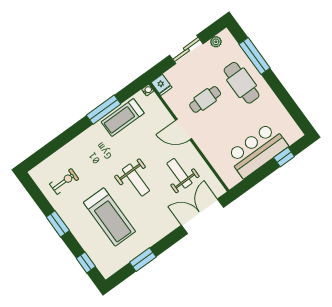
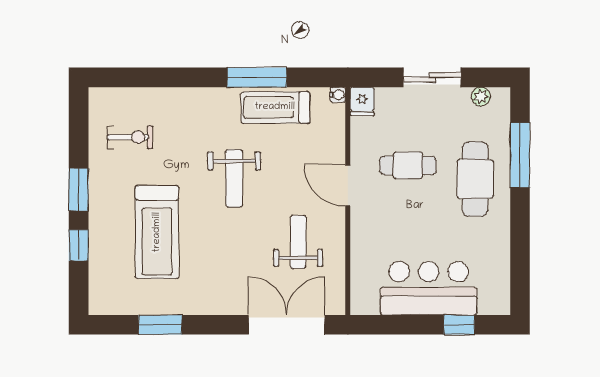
weight bench: (136, 180) -> (234, 178), moved
window: (86, 262) -> (79, 245), moved

